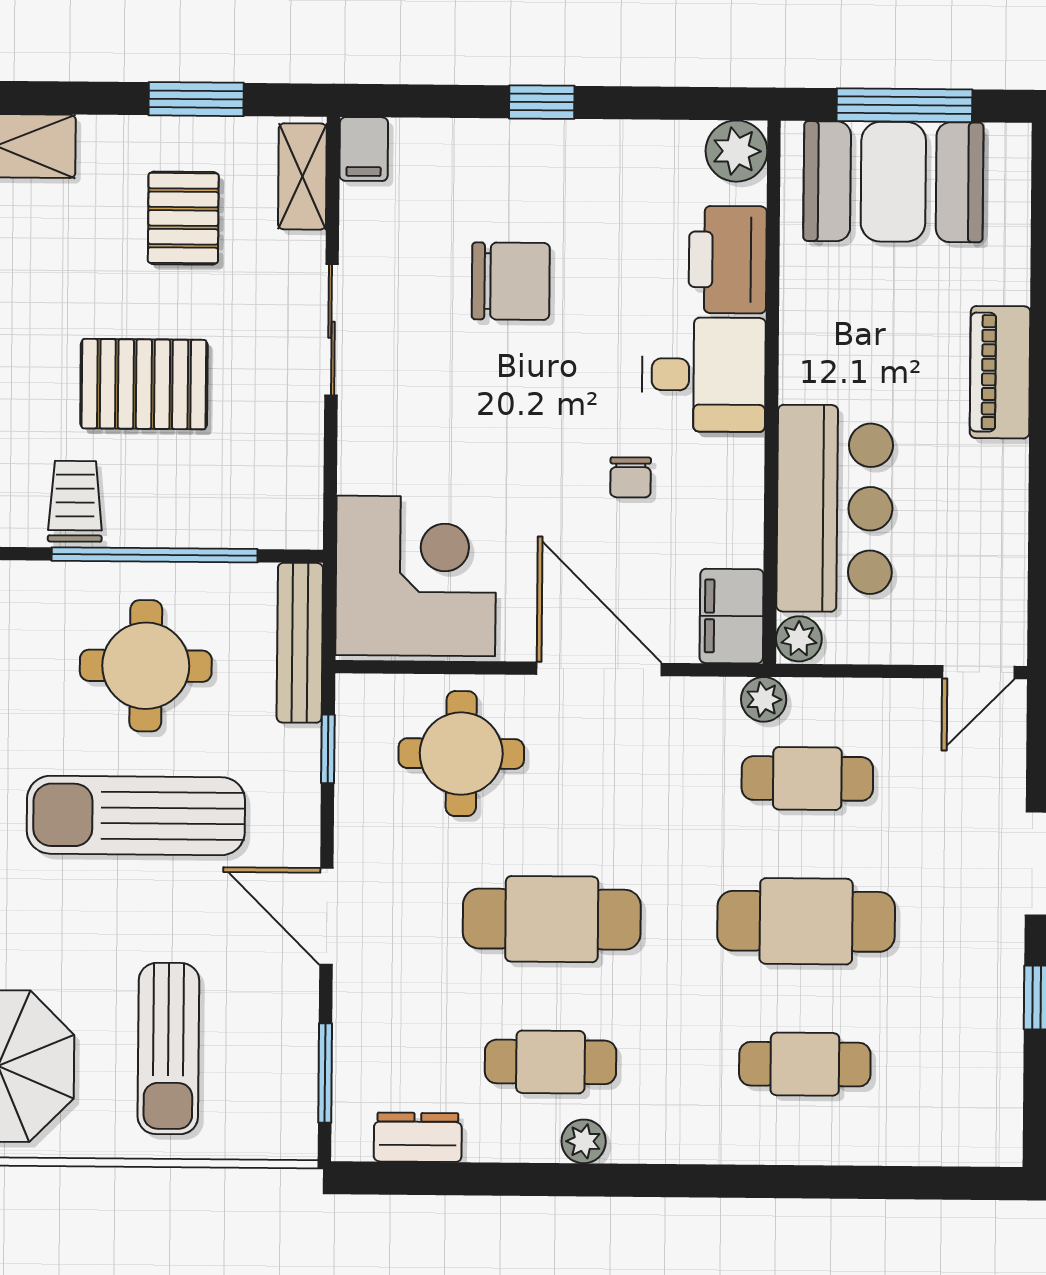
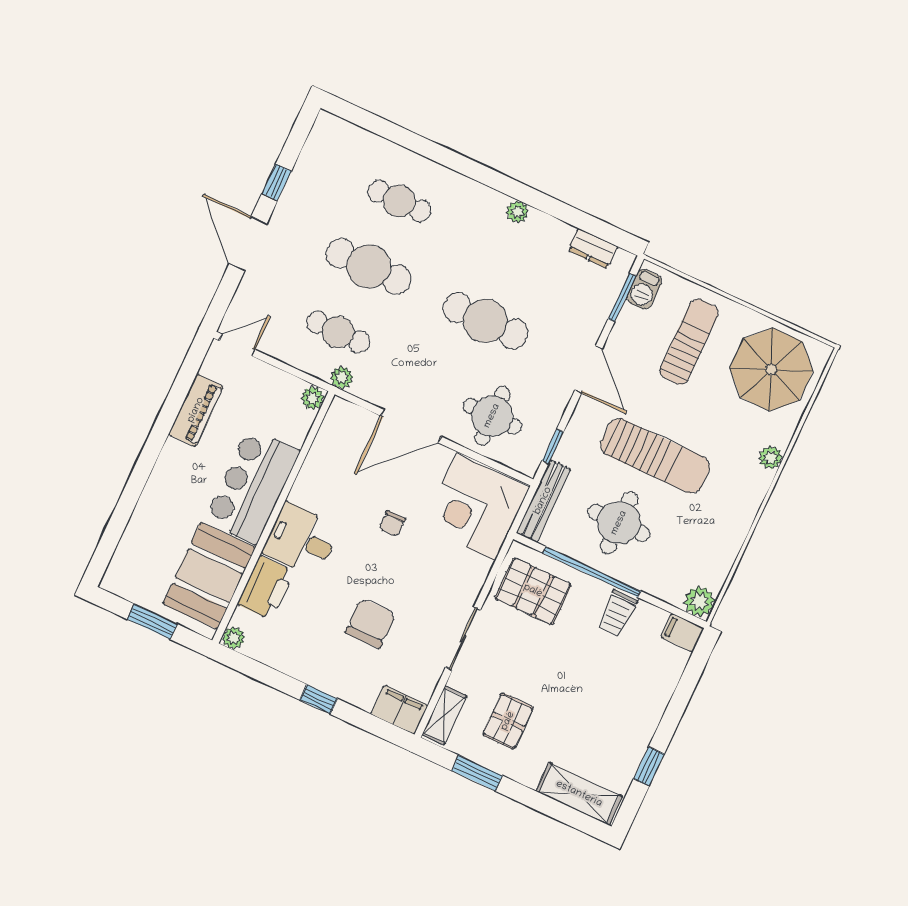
window: (904, 105) -> (152, 622), width x0.69
filing cabinet: (364, 149) -> (399, 710), width x2.00
plant: (736, 151) -> (233, 638), width x0.73, depth x0.73
booth: (893, 182) -> (209, 576), moved, turned 90
chair: (511, 281) -> (370, 623), turned 90
piano: (1000, 372) -> (196, 410), moved
pallet: (144, 384) -> (533, 591), moved
chair: (631, 477) -> (392, 524), moved, turned 180
bar counter: (835, 508) -> (252, 486), moved
filing cabinet: (732, 616) -> (339, 423), removed
door: (599, 669) -> (411, 426), hinge flipped
cafe table: (551, 1062) -> (516, 255), removed
barbecue: (292, 1106) -> (644, 289), added

